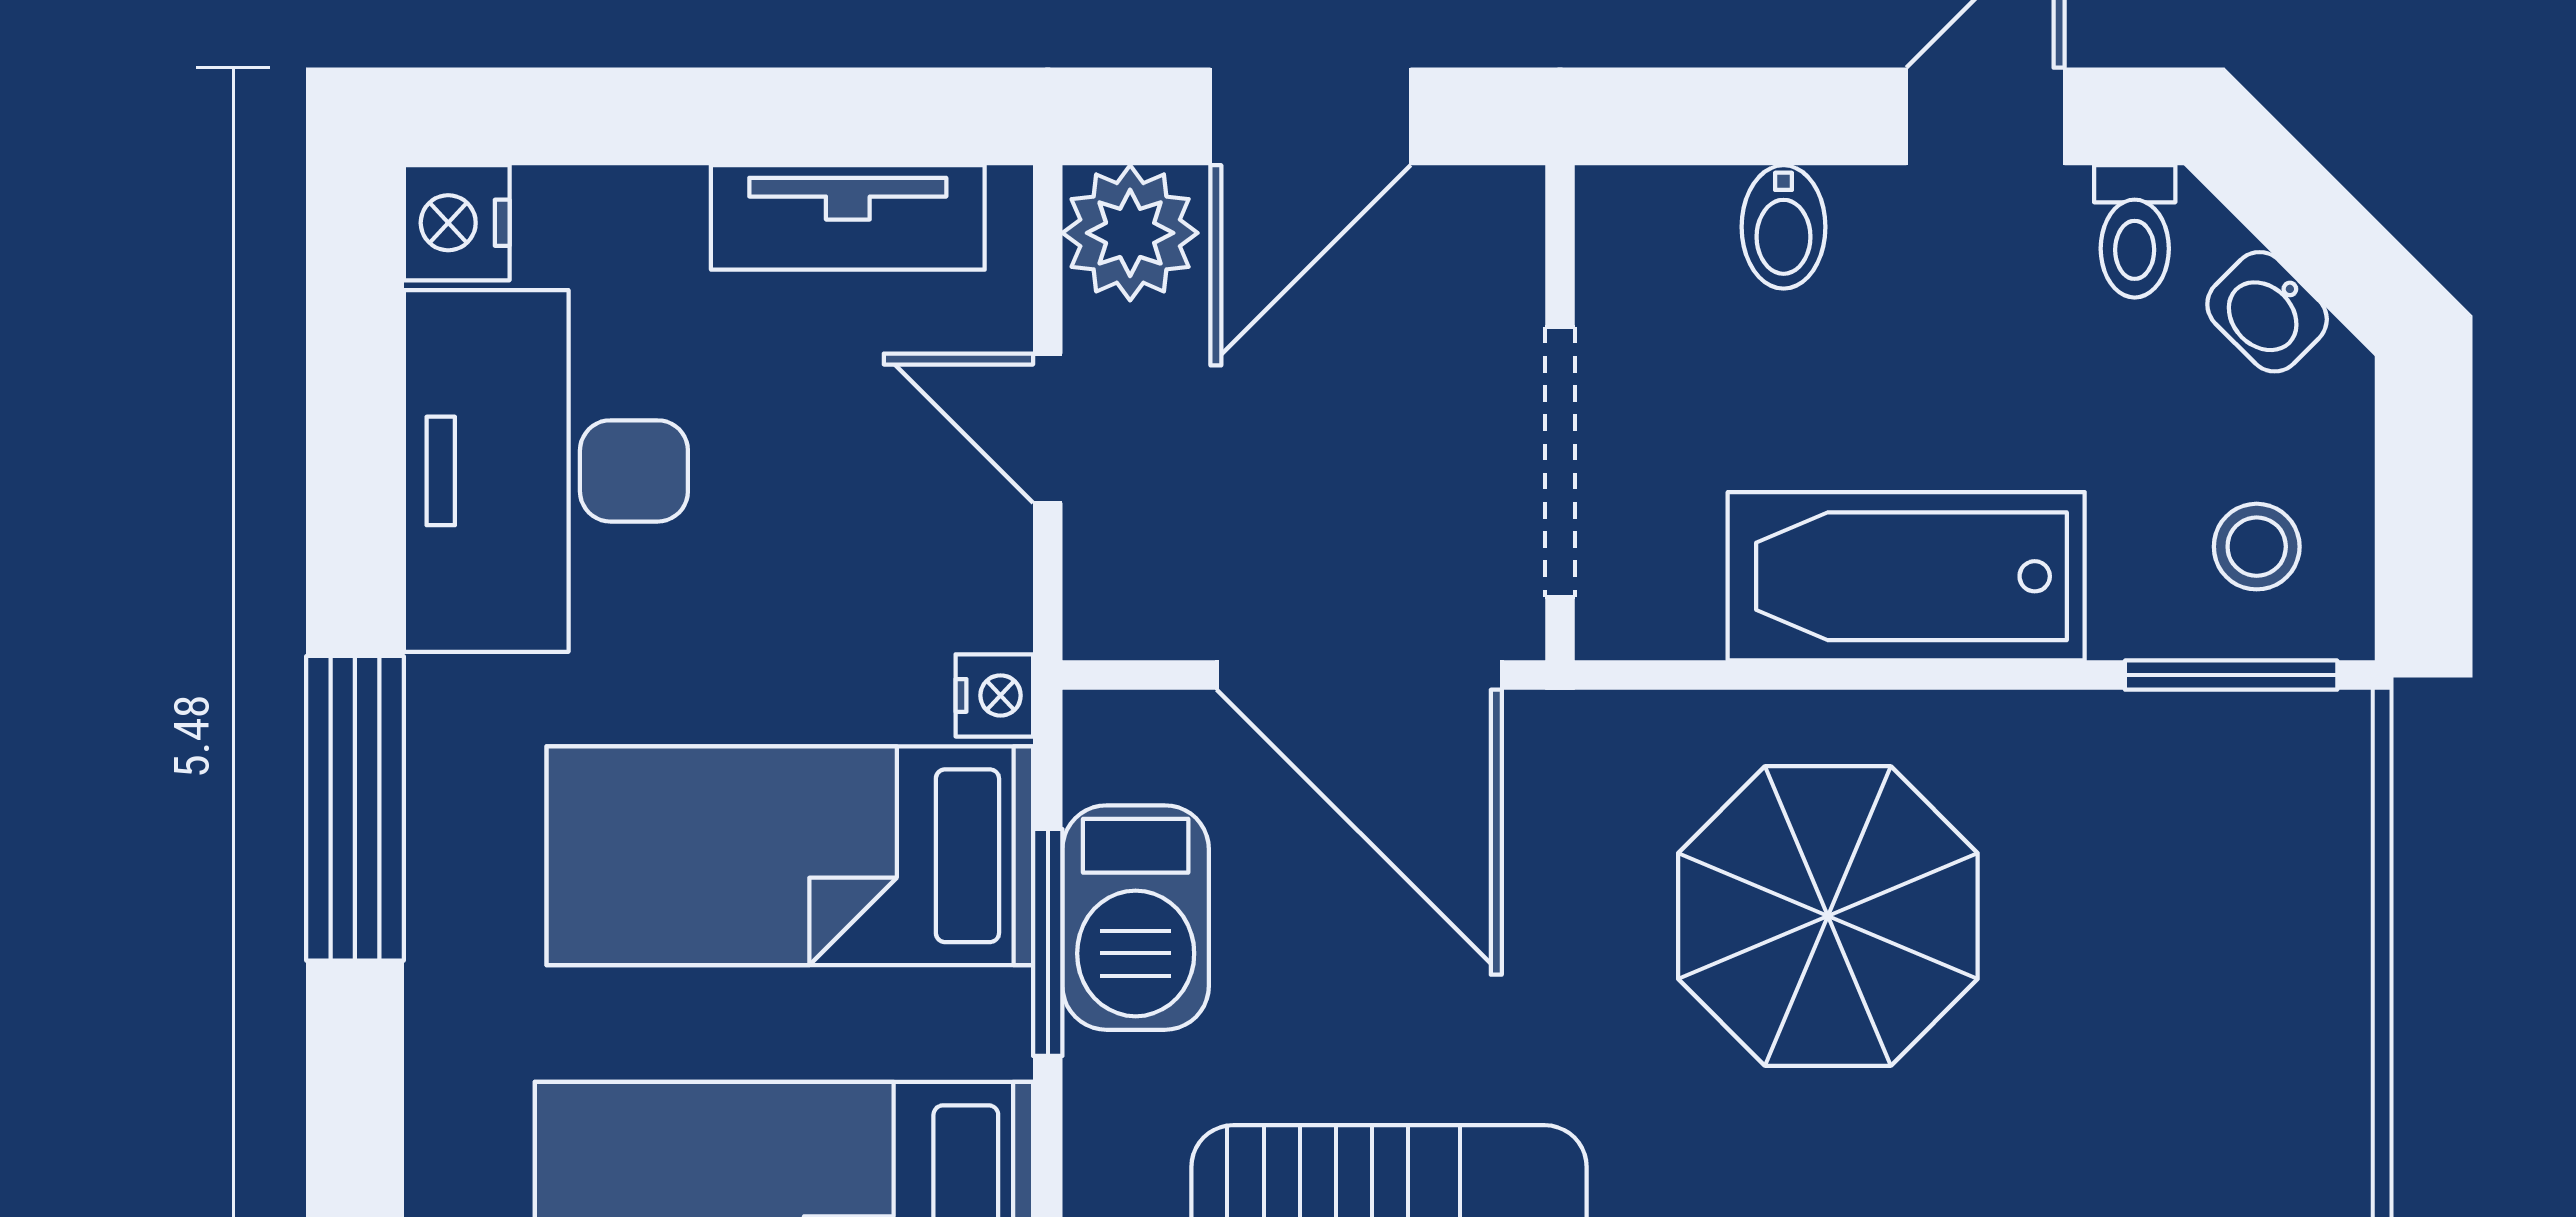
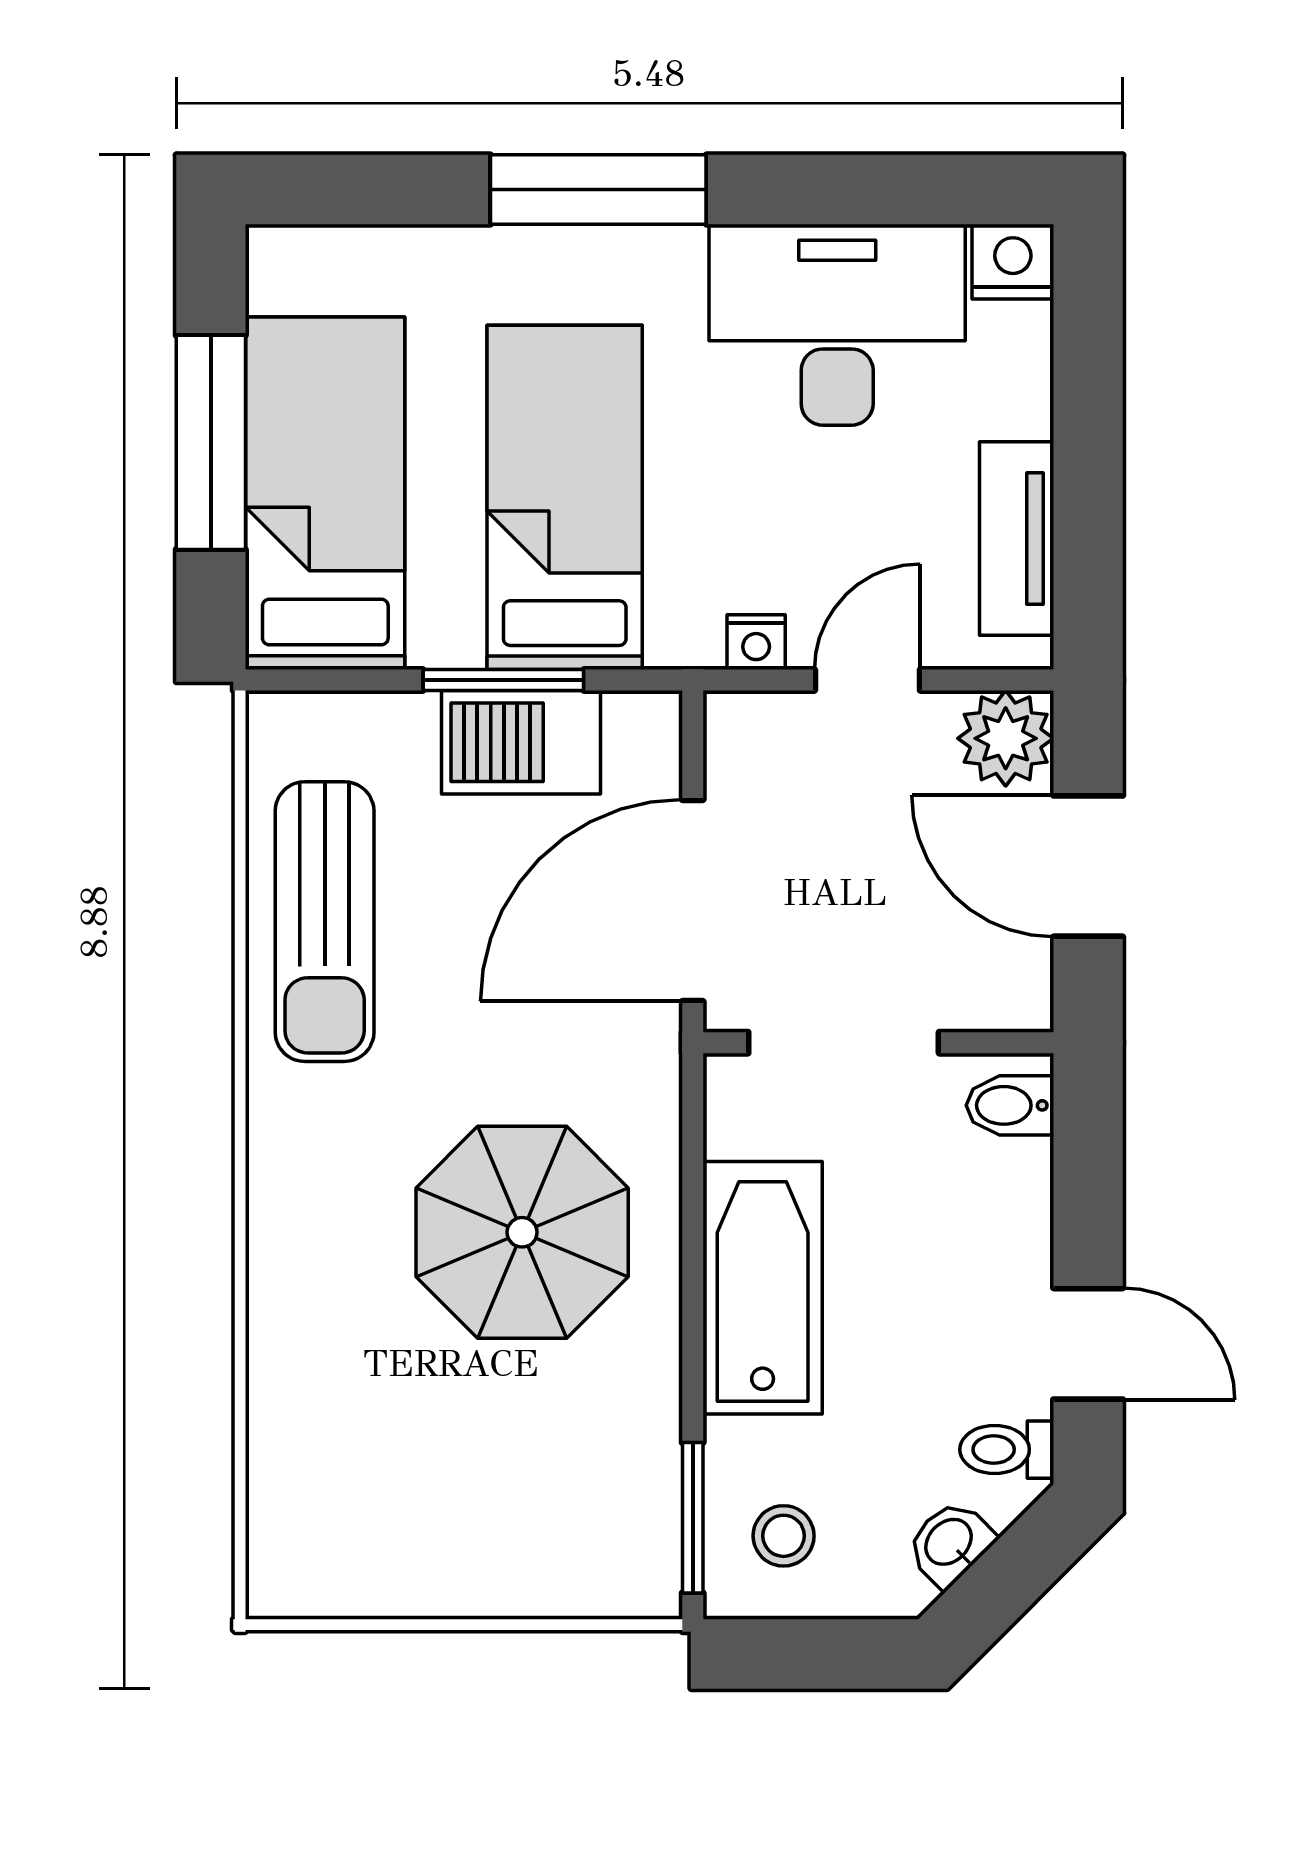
bidet: (1784, 227) -> (1010, 1105), moved
nightstand: (994, 695) -> (756, 642), moved

